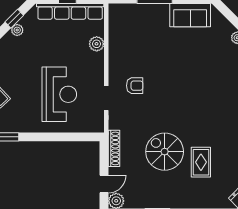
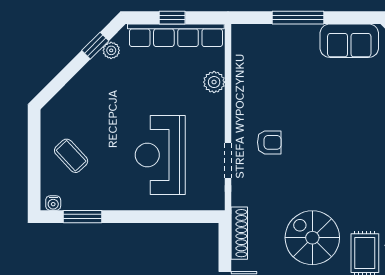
plant: (17, 30) -> (111, 50), moved
reception desk: (59, 94) -> (160, 155), turned 180

